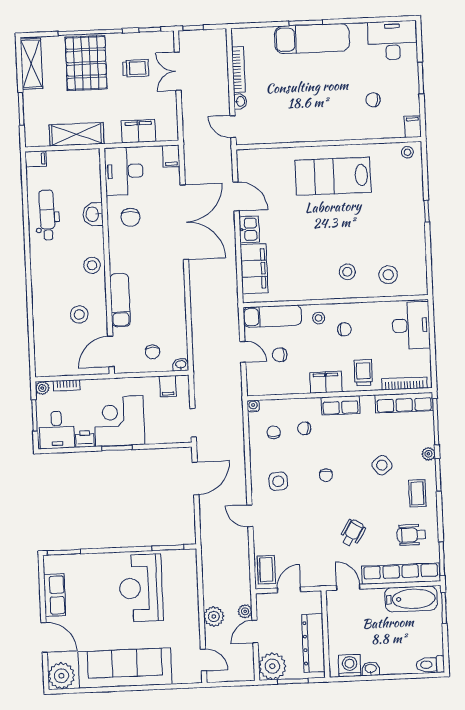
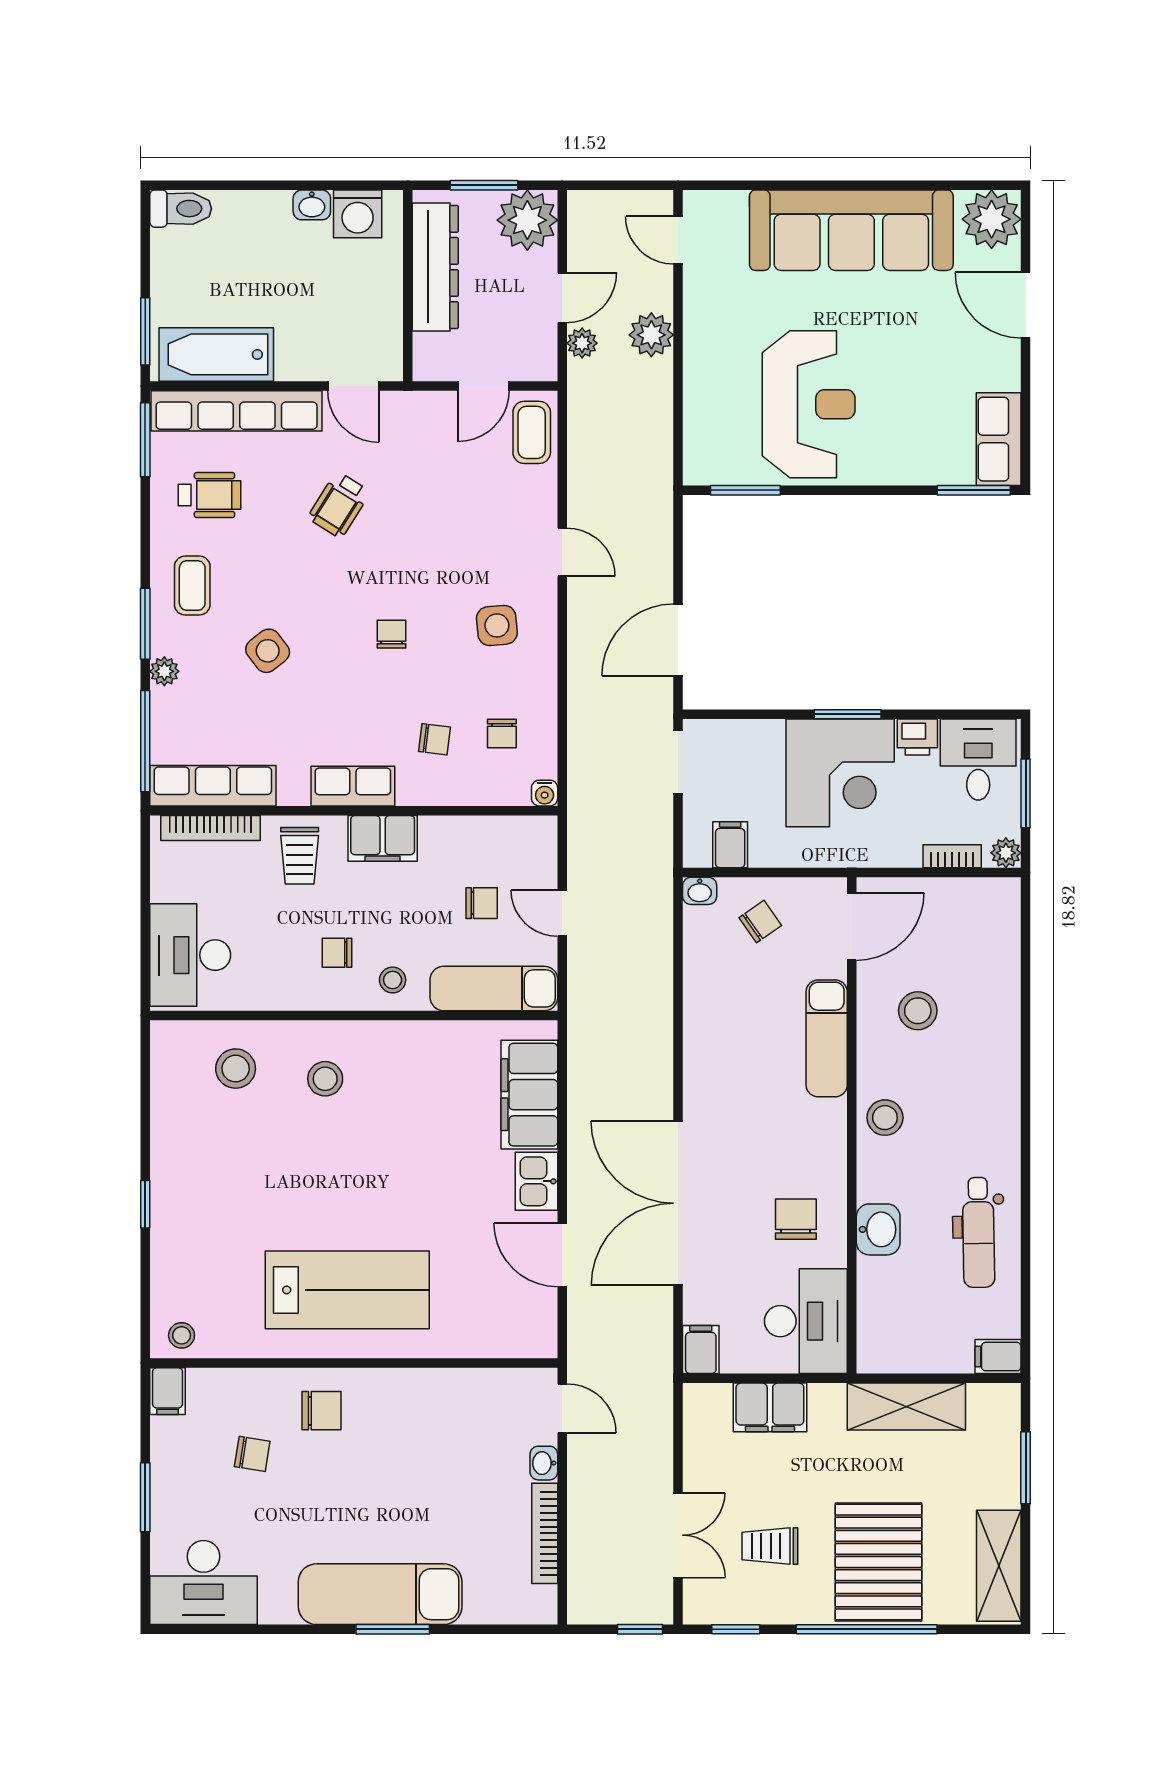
chair: (342, 121) -> (321, 1411), added
chair: (153, 352) -> (760, 922), turned 55
row of seats: (55, 595) -> (999, 439), moved

